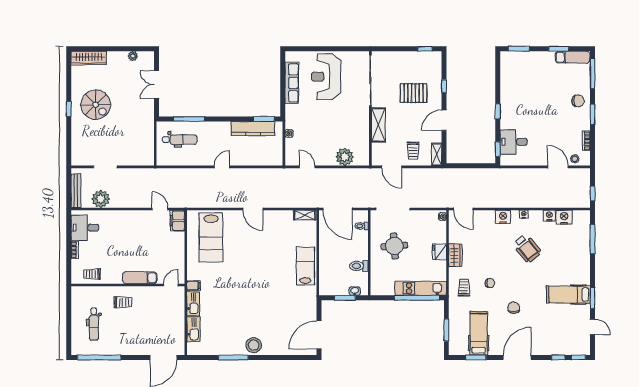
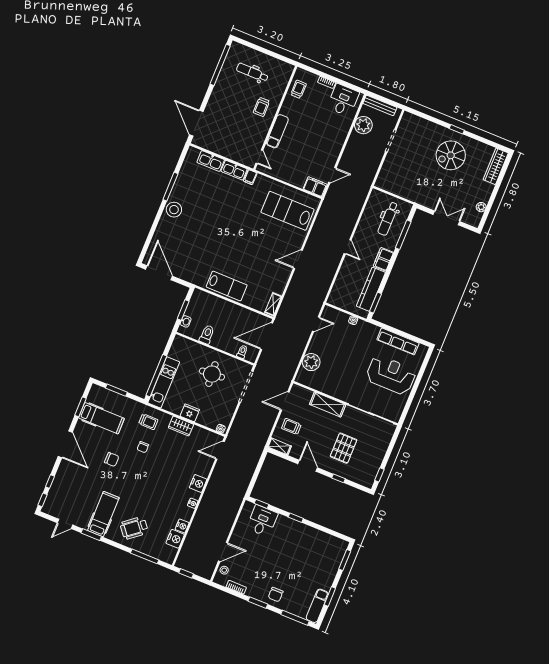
filing cabinet: (220, 128) -> (383, 259), added
wheelchair: (527, 248) -> (134, 528), moved

